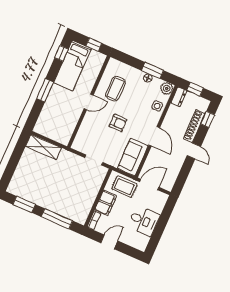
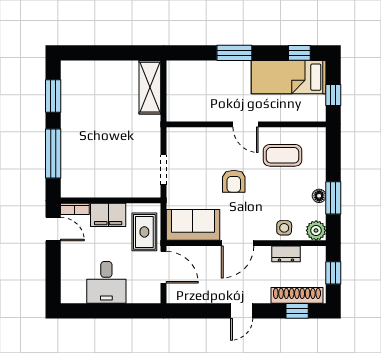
dresser: (179, 97) -> (286, 254), moved
shoe rack: (194, 126) -> (297, 295), moved
door: (109, 242) -> (53, 229), moved

